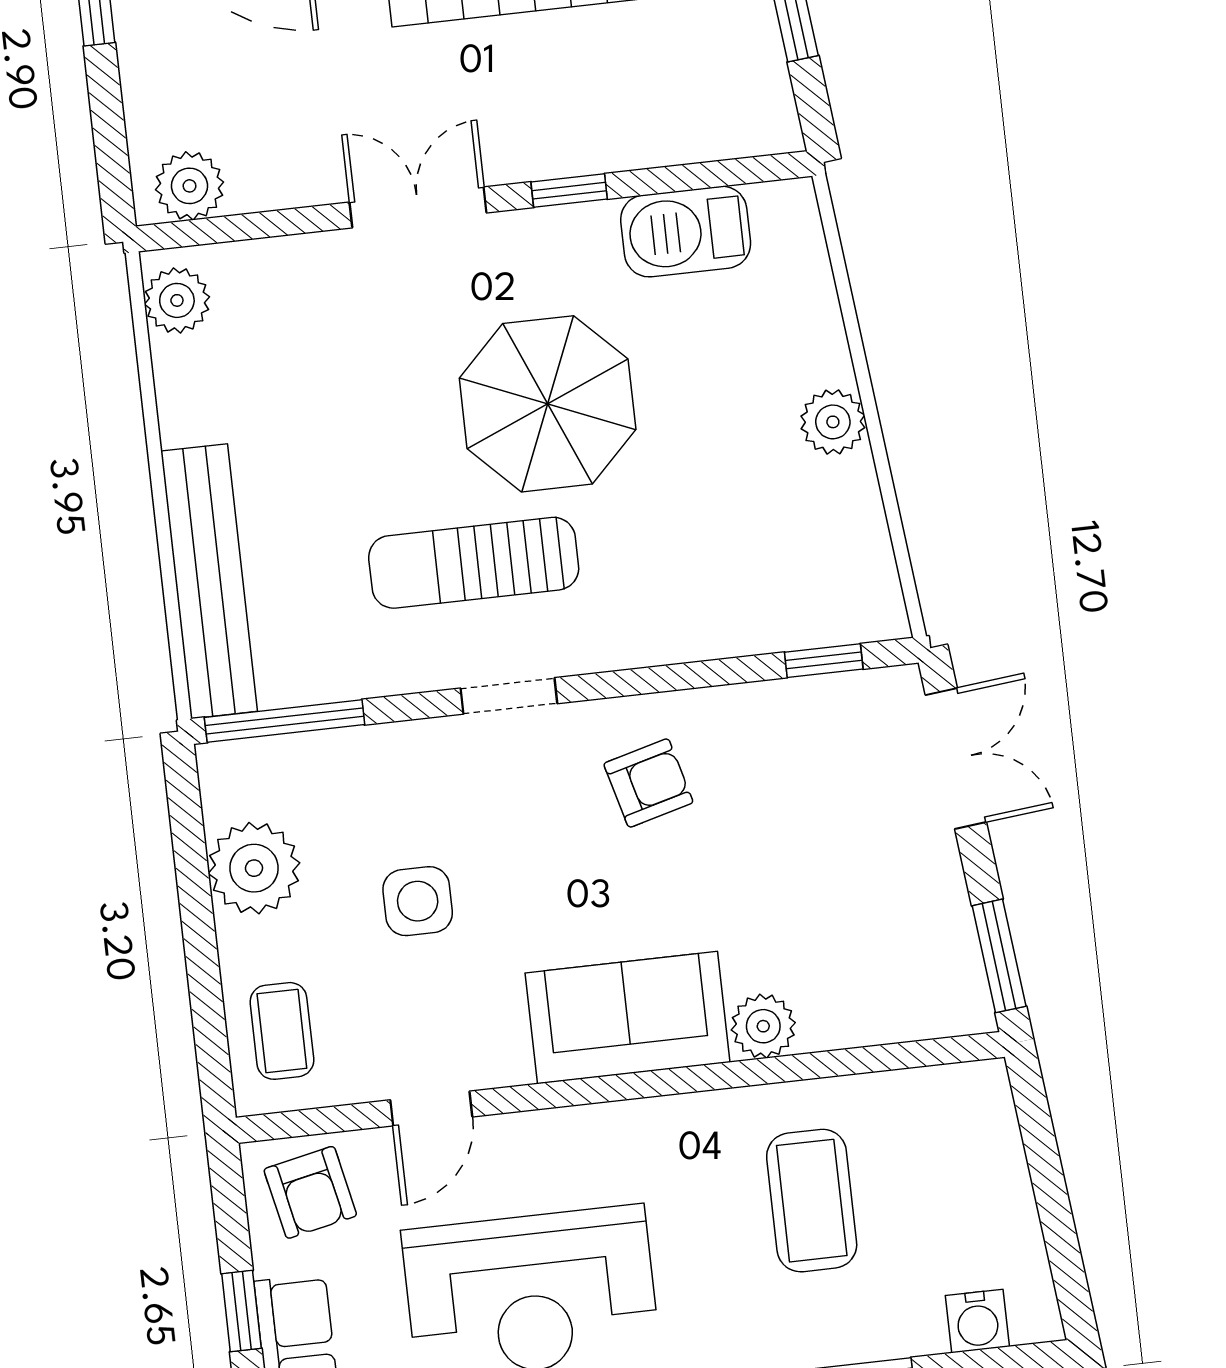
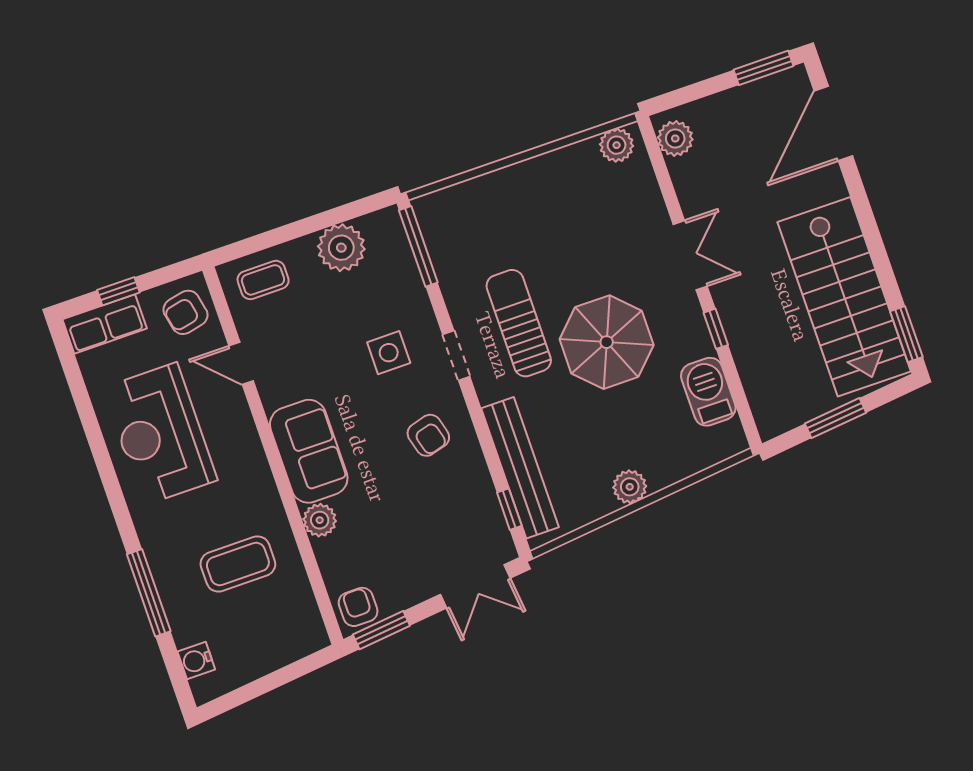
bench: (209, 581) -> (520, 468), moved, turned 90
side table: (418, 901) -> (389, 353), moved
armchair: (945, 990) -> (358, 607), added

